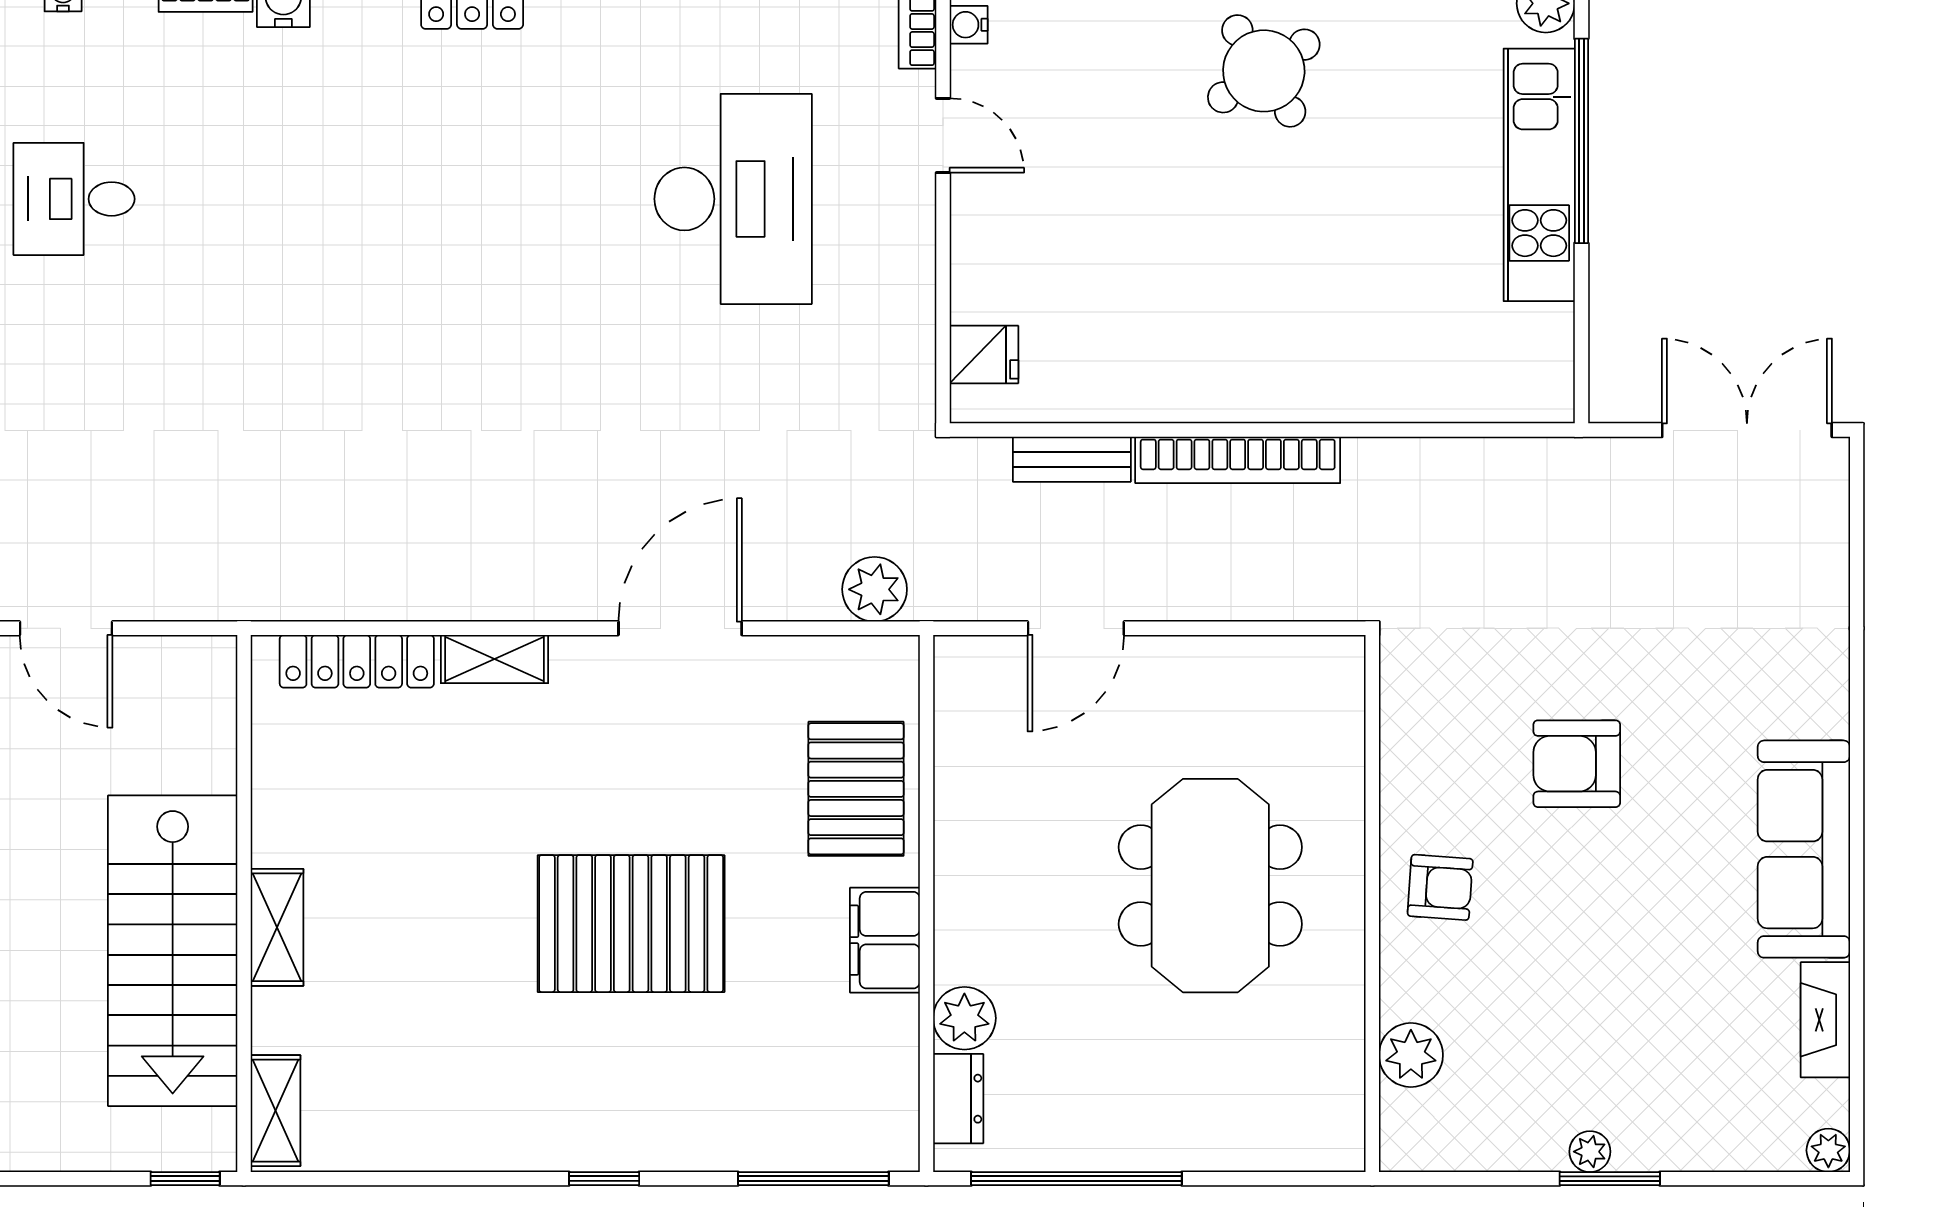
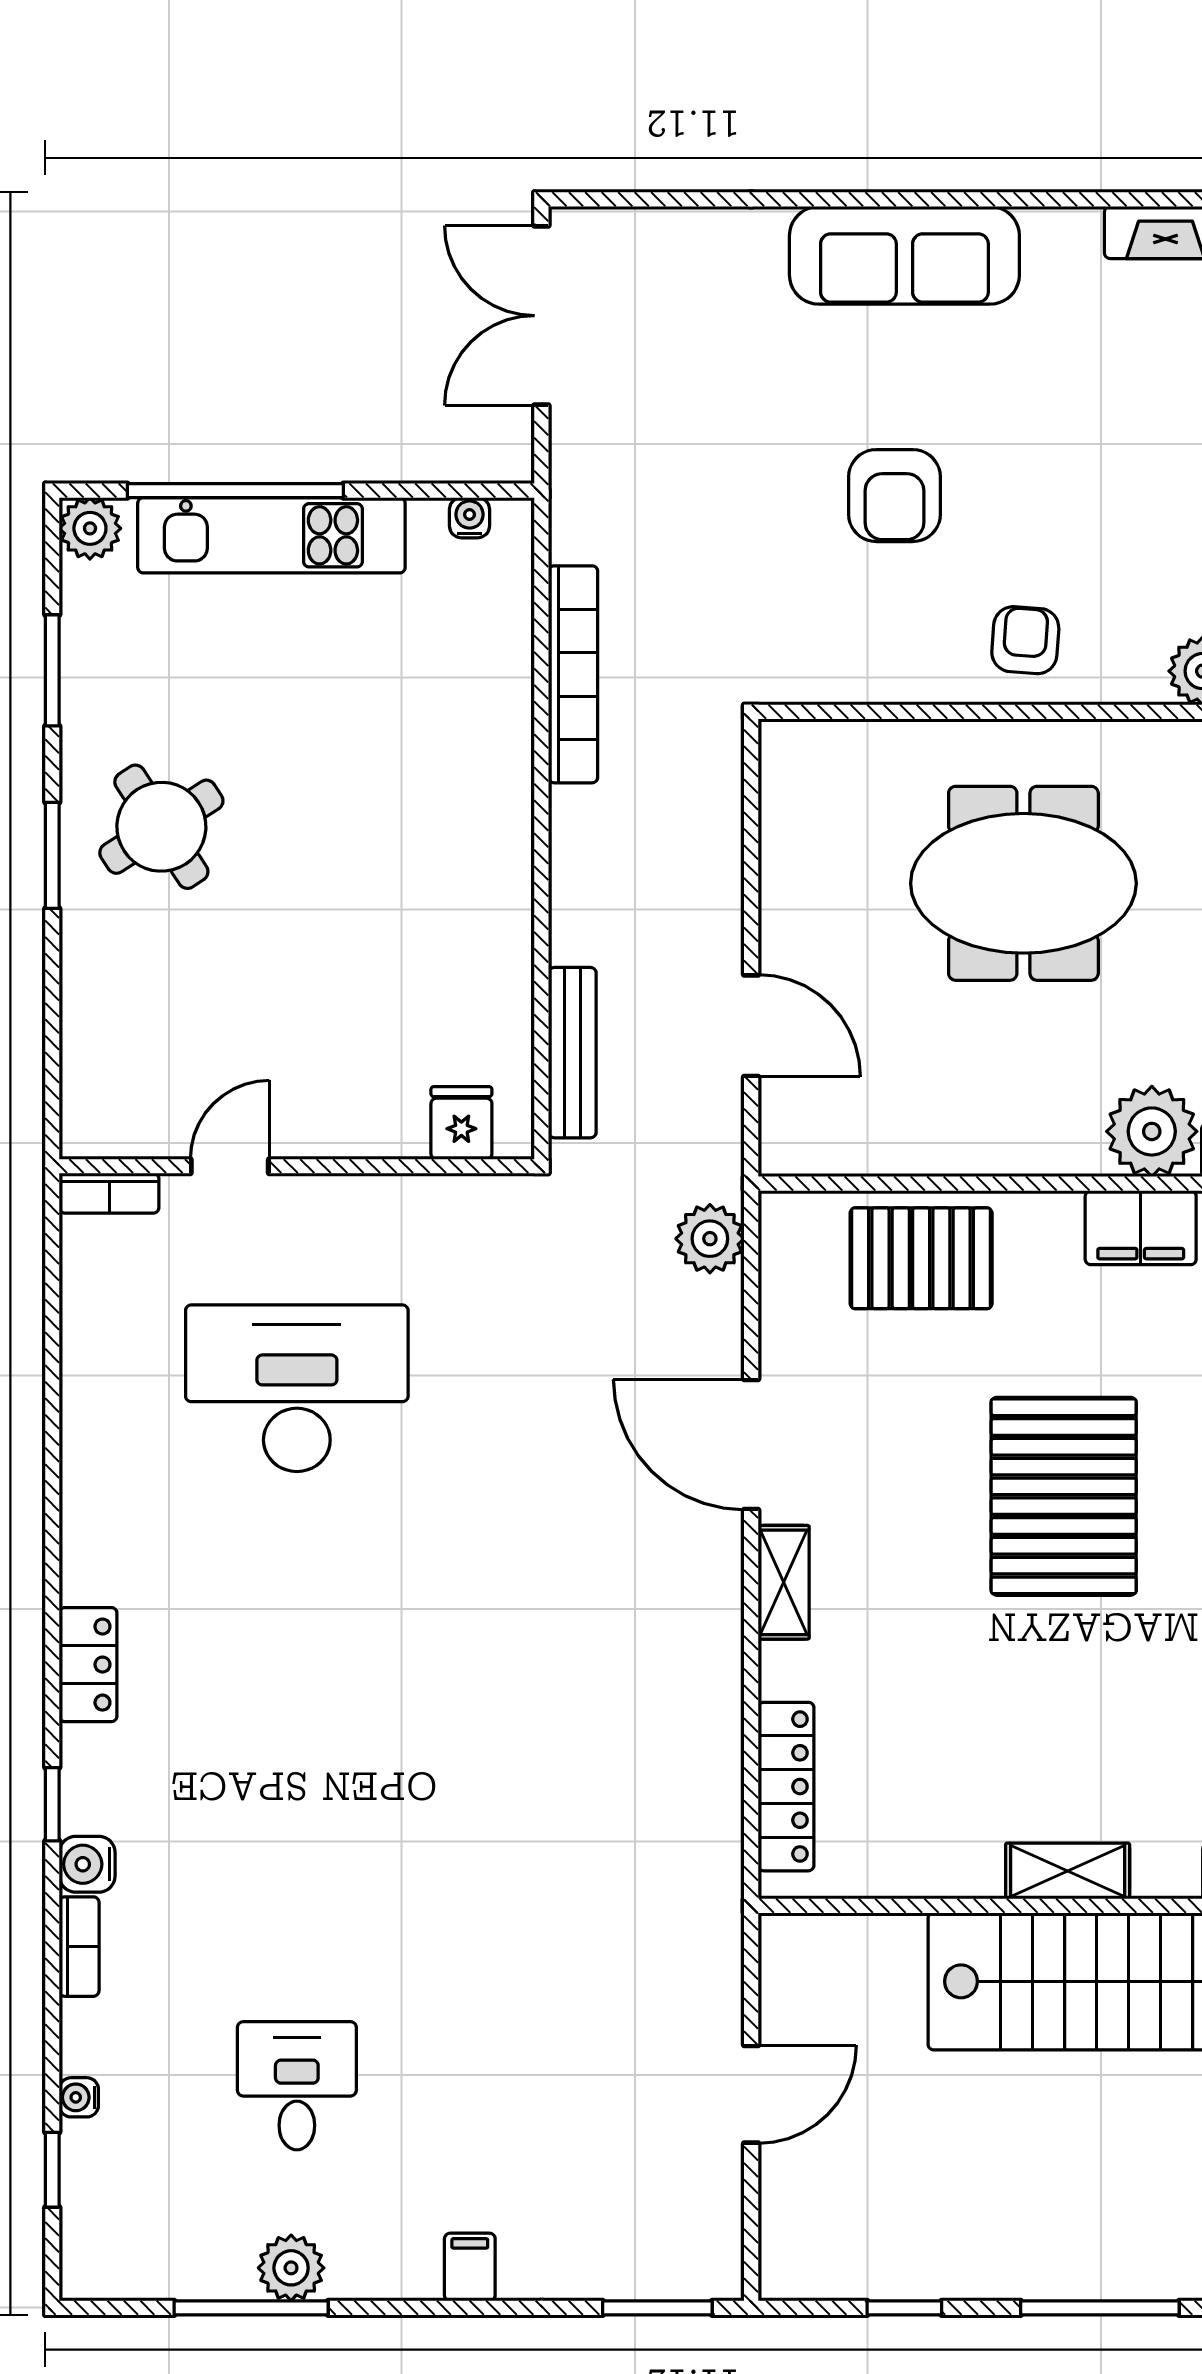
water cooler: (969, 25) -> (469, 518), moved, turned 180
desk: (74, 199) -> (297, 2086), turned 180
bench: (1072, 459) -> (572, 1053), width x1.36
bookcase: (1238, 460) -> (573, 674), moved
shelving: (494, 659) -> (784, 1582), moved
sofa: (1804, 849) -> (904, 255), moved
filing cabinet: (885, 940) -> (1141, 1228), moved
plant: (964, 1018) -> (1152, 1131), width x1.36, depth x1.36

